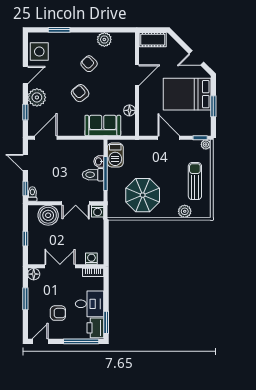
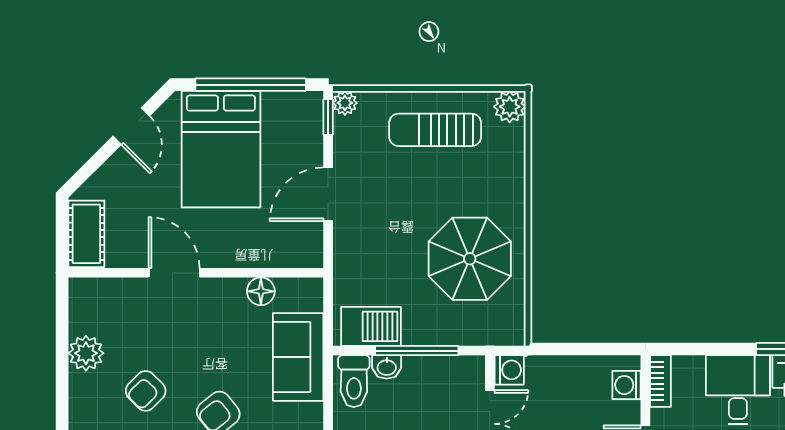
window: (213, 106) -> (251, 85), width x2.11
toilet: (93, 175) -> (354, 381), moved
plant: (185, 211) -> (510, 107), moved

